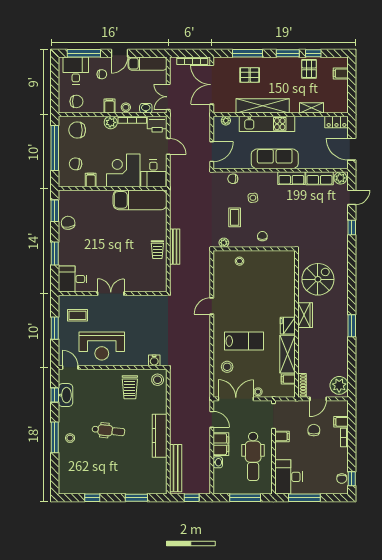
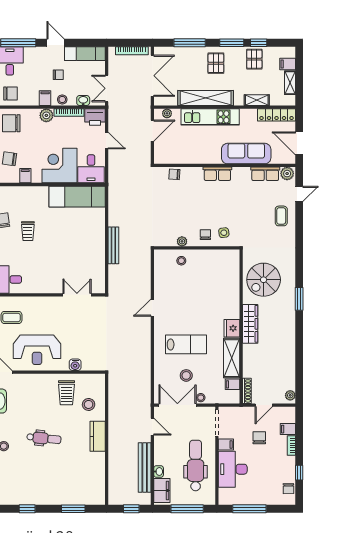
door: (119, 53) -> (56, 43), swing flipped
chair: (102, 74) -> (58, 75), moved
pallet: (250, 75) -> (216, 63), moved, turned 90
double door: (212, 85) -> (152, 76), swing flipped
shelving: (343, 91) -> (290, 83), added
locker: (336, 122) -> (277, 115), width x1.53
door: (212, 152) -> (152, 131), moved
sofa: (275, 159) -> (246, 154), moved
row of seats: (291, 178) -> (217, 174), moved
side table: (253, 198) -> (224, 233), moved
coffee table: (235, 217) -> (281, 216), moved
window: (352, 228) -> (299, 225), removed
plant: (224, 243) -> (182, 241), moved
trolley: (157, 250) -> (28, 231), moved
spiral stairs: (318, 279) -> (264, 280), turned 180
double door: (111, 294) -> (77, 295), moved
wardrobe: (305, 315) -> (250, 324), width x1.50
window: (352, 326) -> (299, 299), moved
water cooler: (154, 360) -> (75, 365), moved
stool: (227, 367) -> (186, 375), moved
stool: (158, 380) -> (89, 404), moved
plant: (339, 385) -> (290, 395), width x0.53, depth x0.53
kitchen counter: (160, 436) -> (98, 436), width x0.67
filing cabinet: (221, 444) -> (162, 491), moved
dental chair: (253, 456) -> (196, 465), turned 180
bench: (176, 468) -> (145, 468), moved
desk: (289, 477) -> (233, 469), moved
window: (352, 479) -> (299, 473), moved

